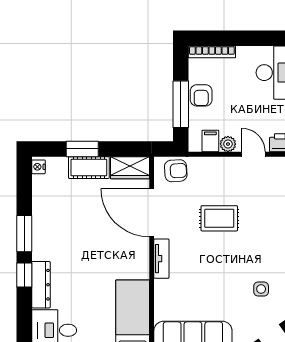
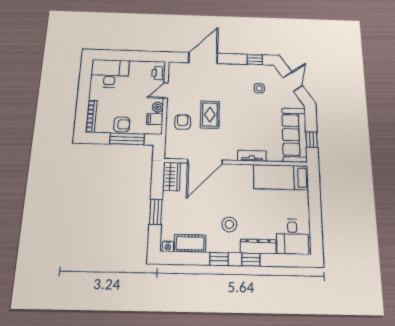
cot: (89, 168) -> (190, 243), moved, turned 90
armchair: (176, 171) -> (183, 122), moved
window: (24, 234) -> (219, 259), width x0.67
stool: (68, 247) -> (229, 224), added
tv unit: (161, 259) -> (252, 156), moved

